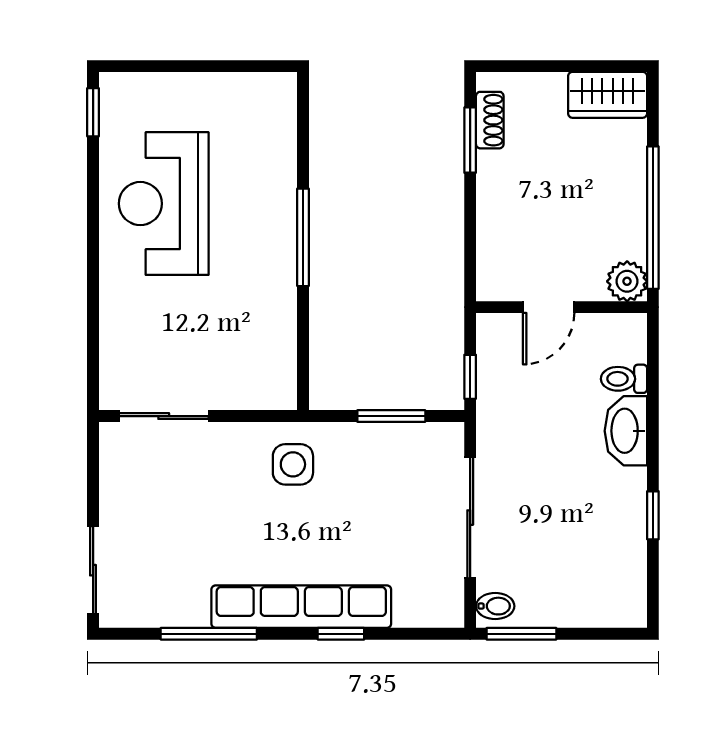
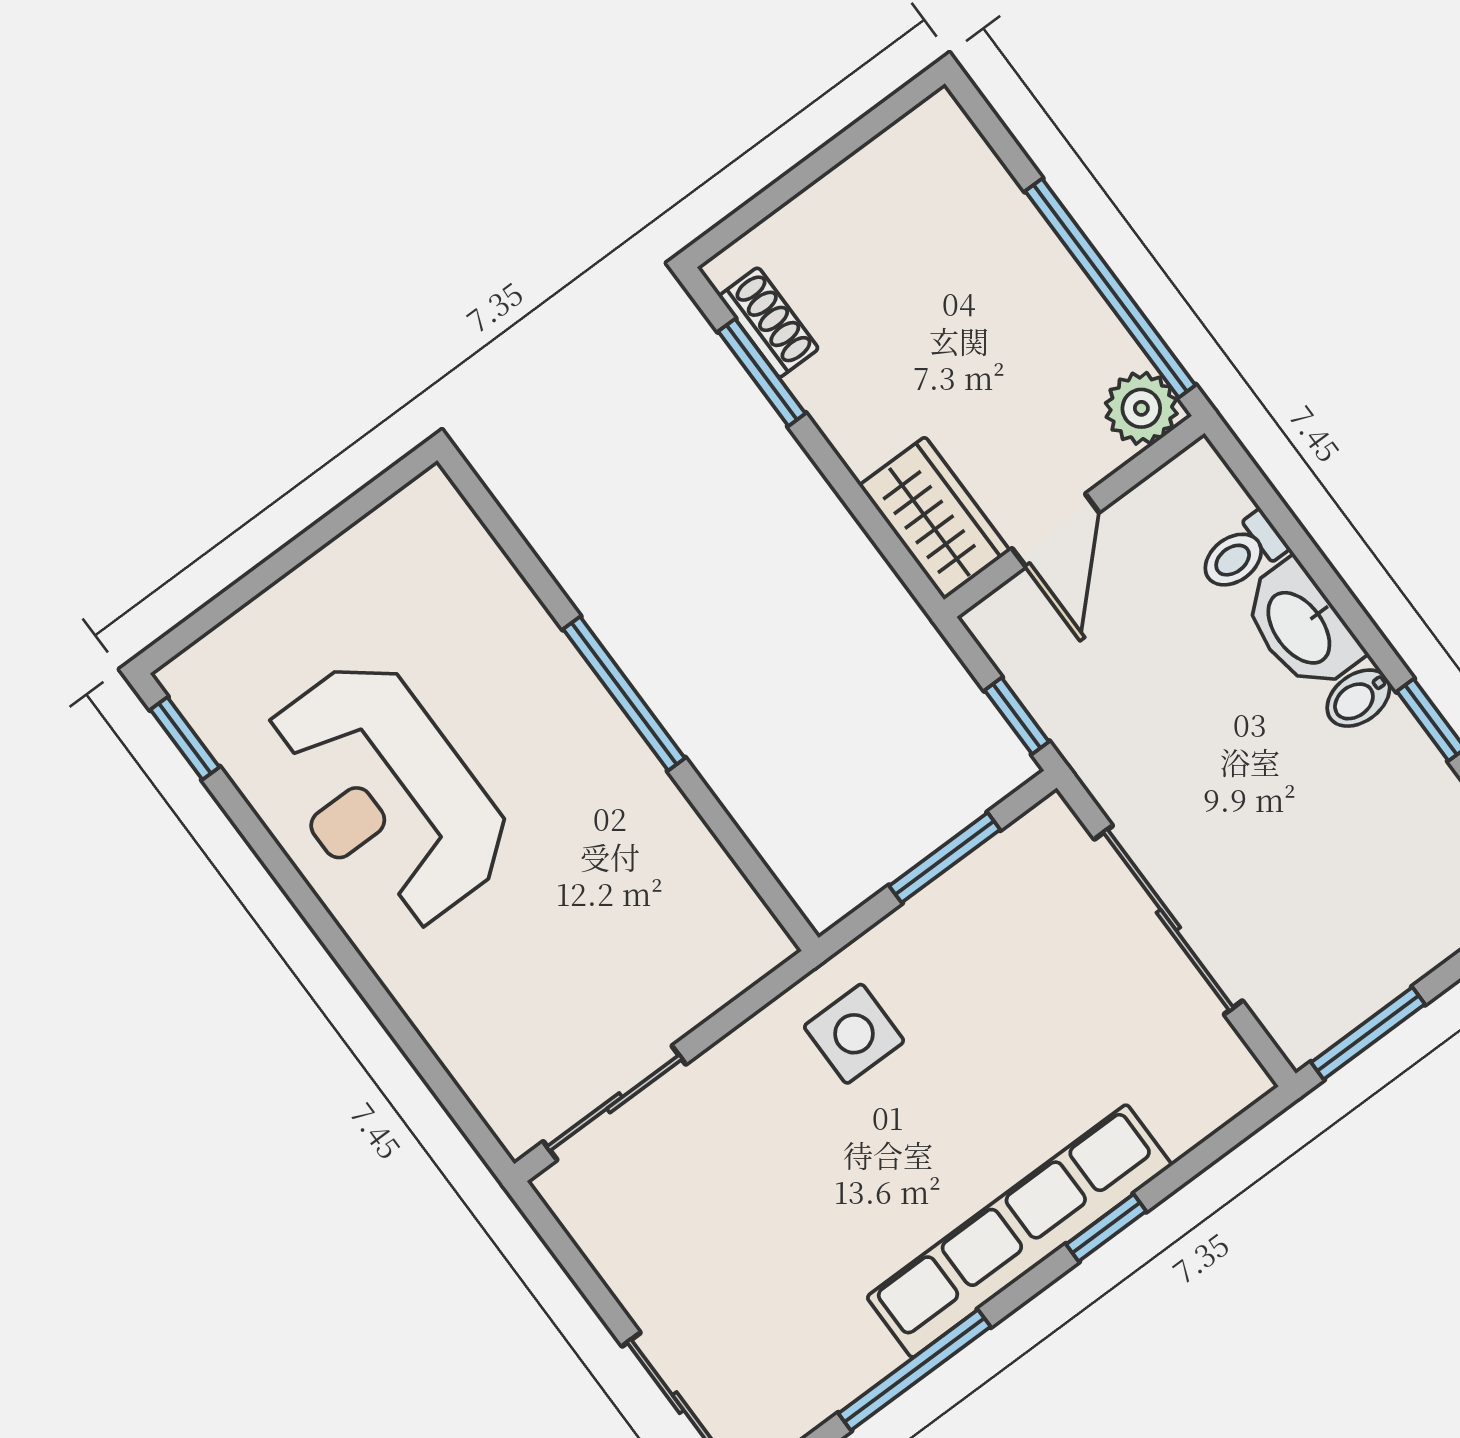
wardrobe: (608, 95) -> (935, 518), moved, turned -90
bidet: (495, 606) -> (1358, 698), moved, turned 180

